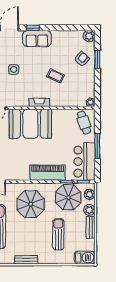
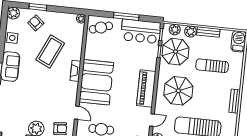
side table: (14, 70) -> (12, 38), moved
coffee table: (56, 76) -> (50, 52), width x1.86, depth x1.72
piano: (48, 173) -> (146, 89), moved

